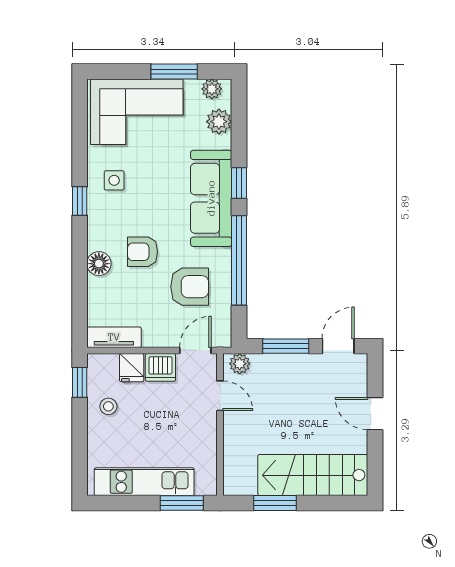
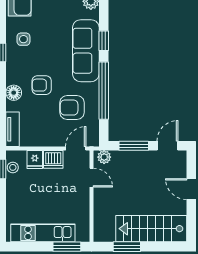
armchair: (190, 287) -> (72, 108), turned 180
tv unit: (114, 337) -> (13, 129), moved, turned 90
stool: (108, 406) -> (13, 167), moved

